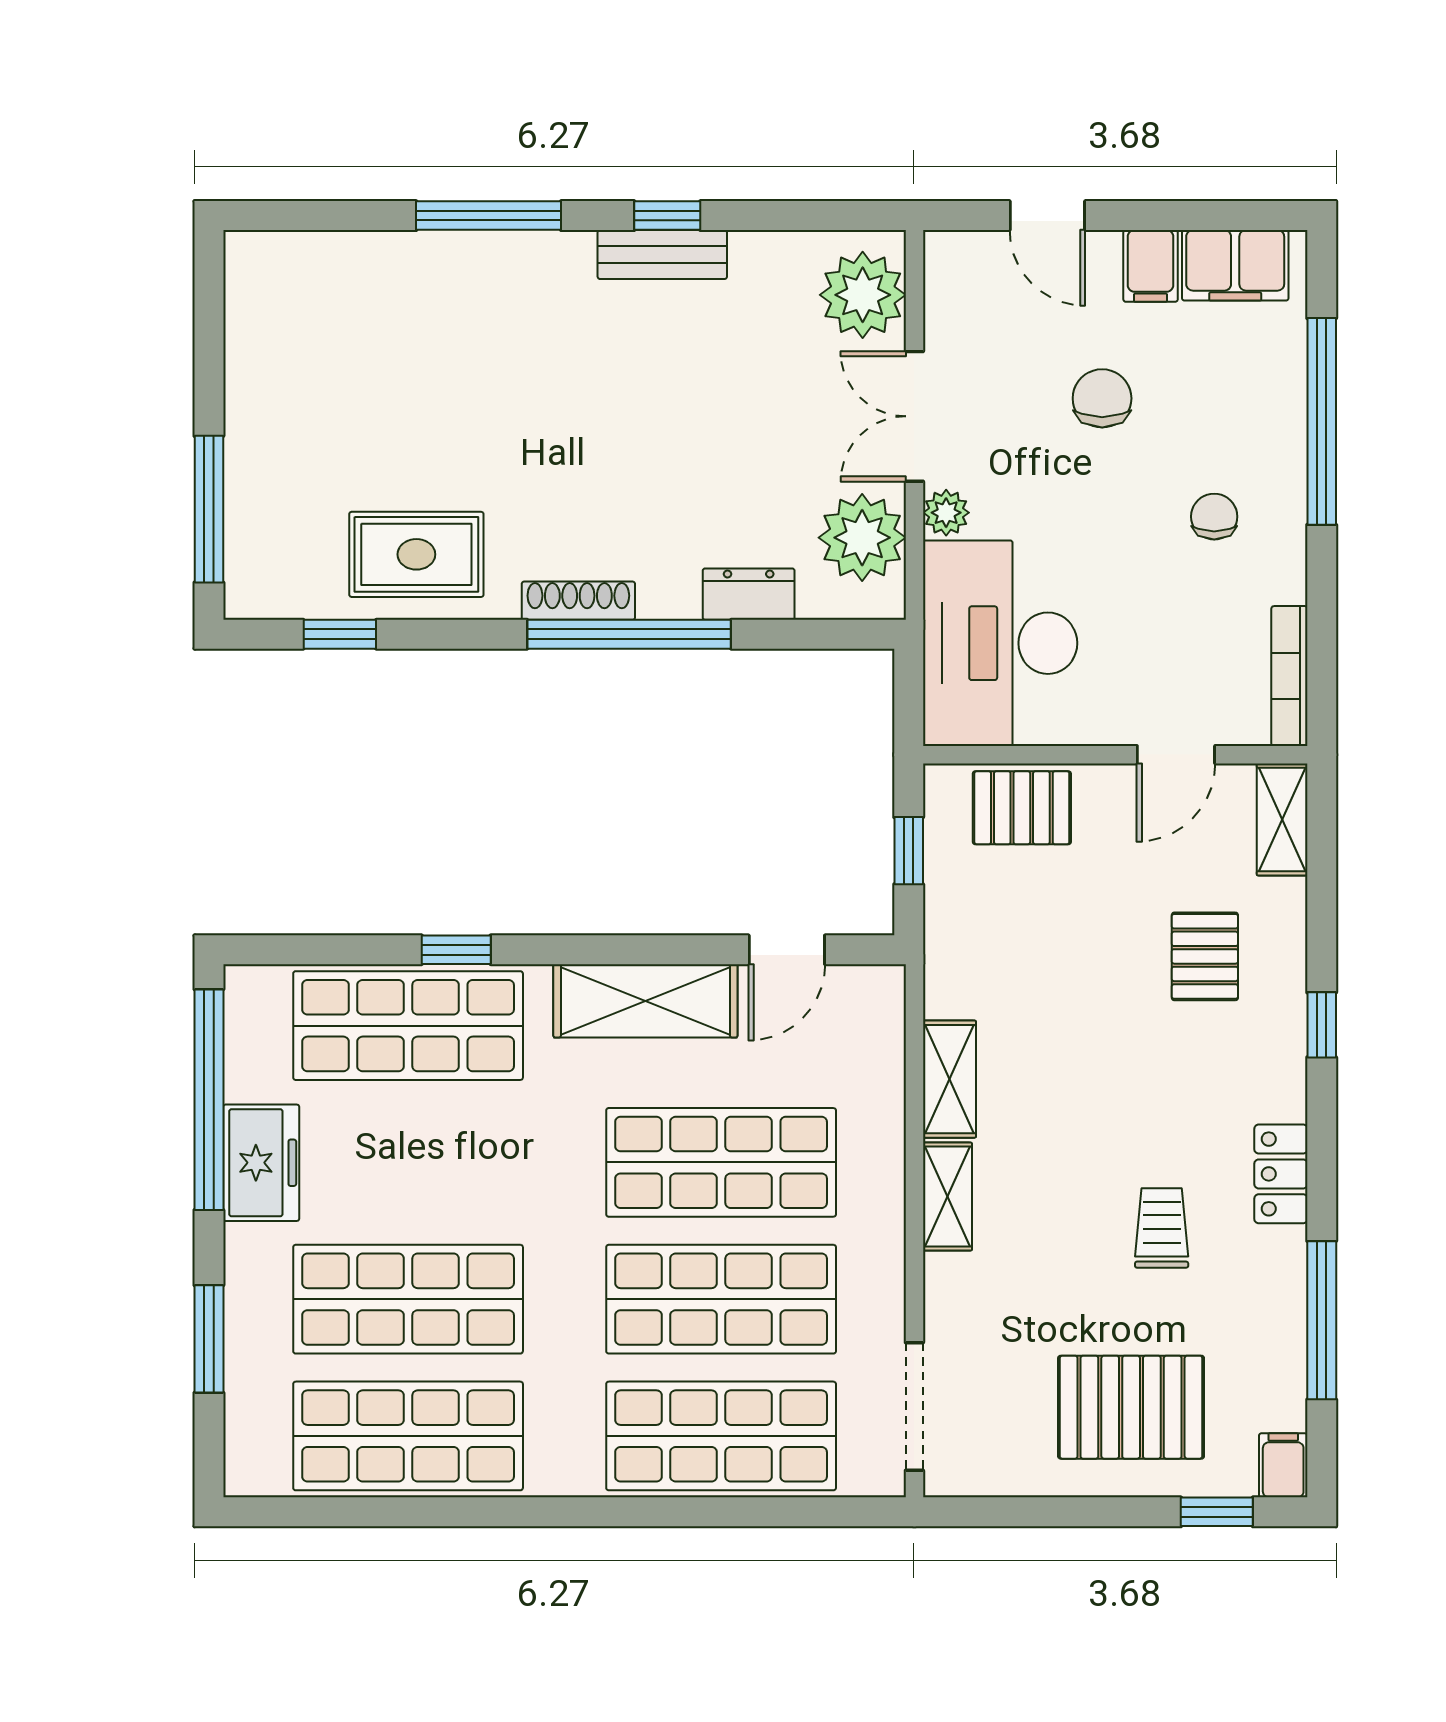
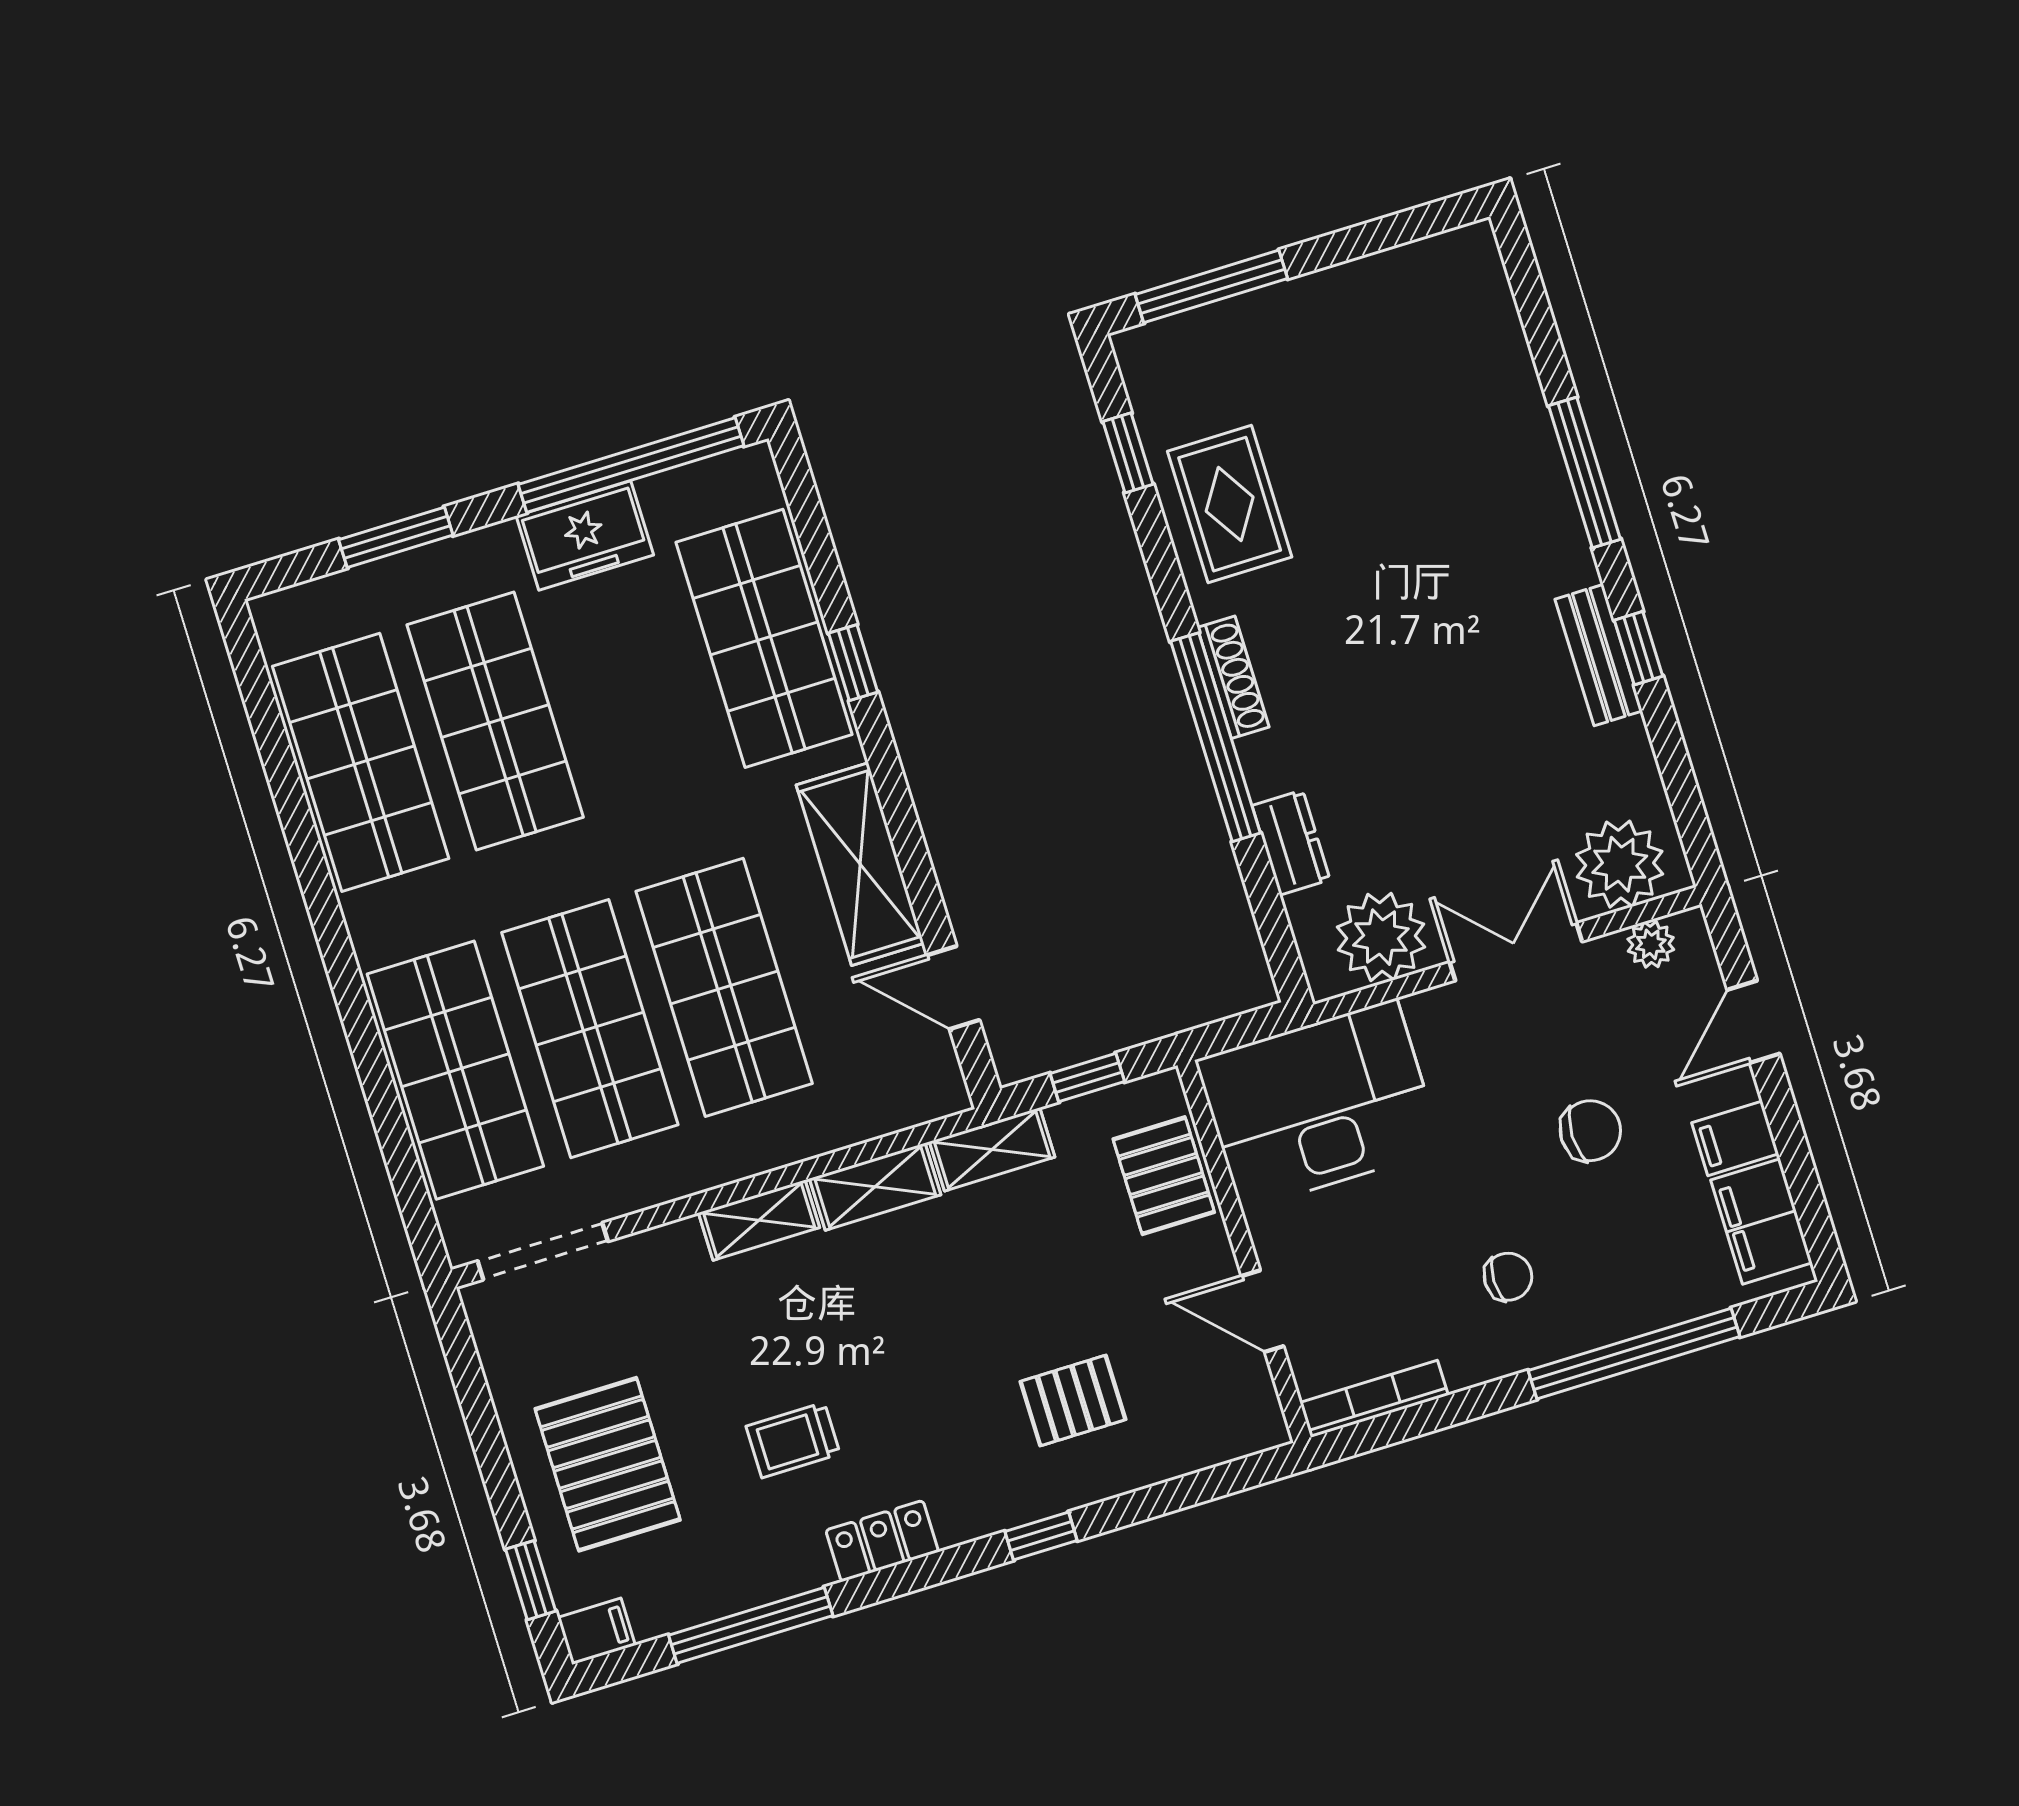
plant: (946, 513) -> (1651, 944), moved
shelving: (1282, 819) -> (992, 1149), moved
trolley: (1162, 1228) -> (793, 1440), turned 180

